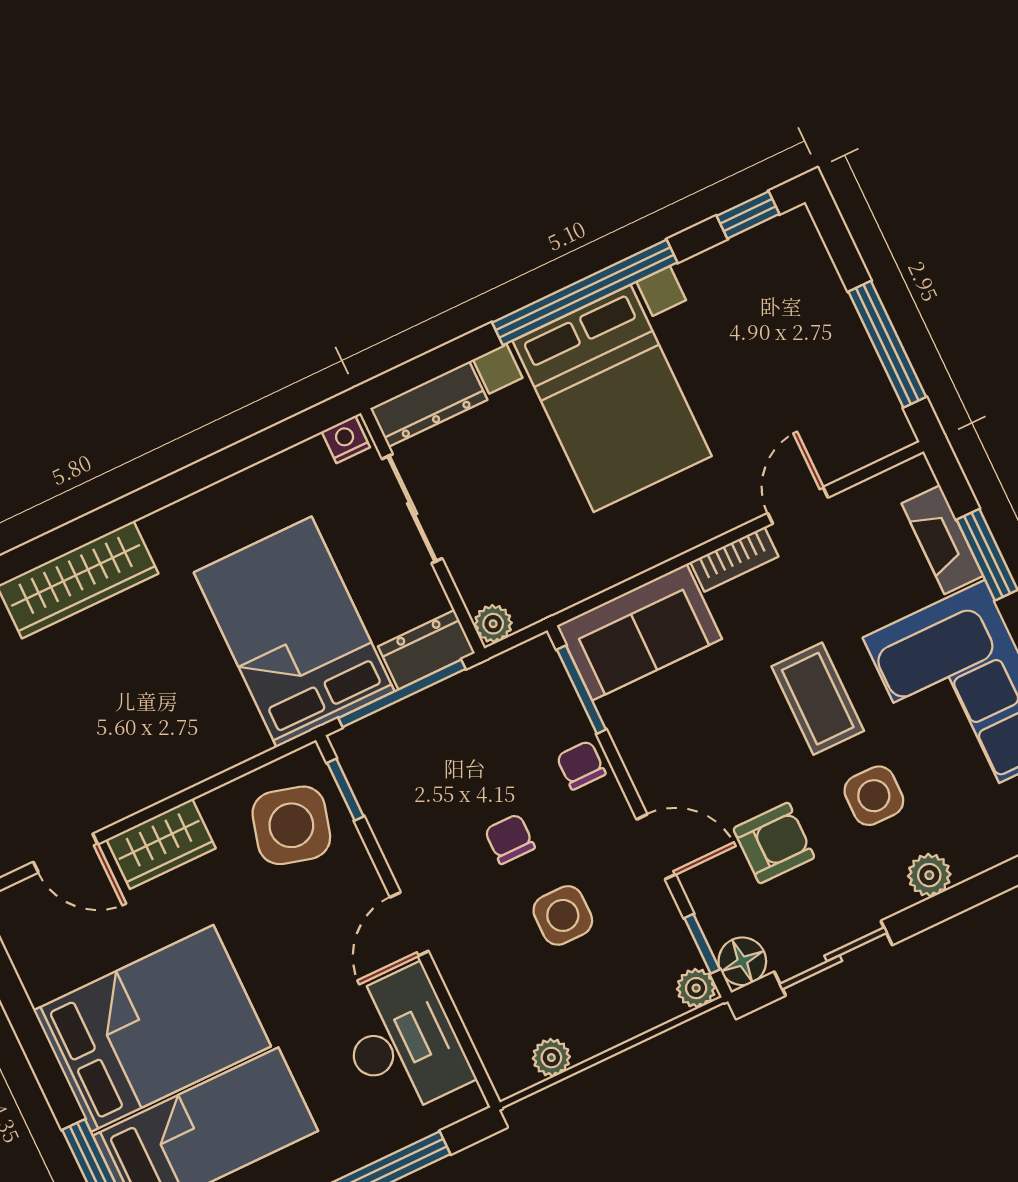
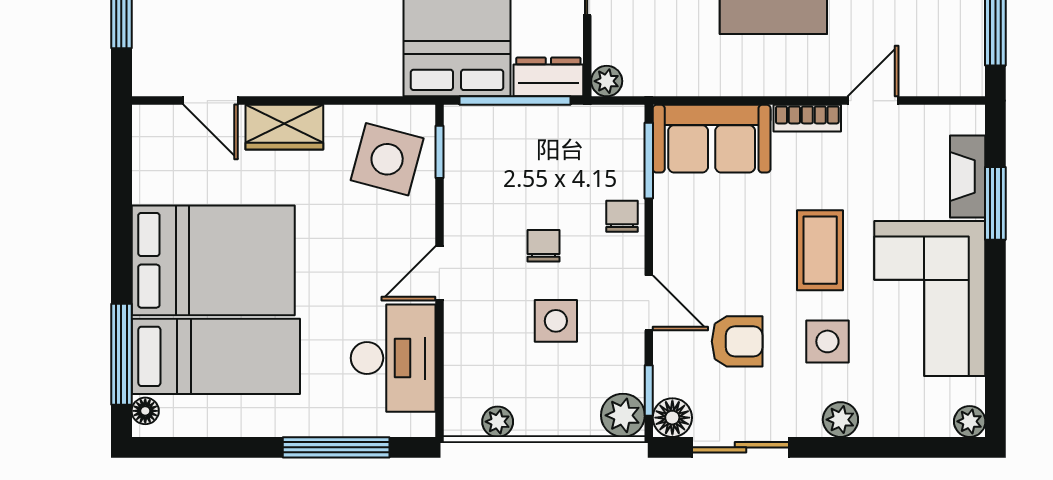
plant: (696, 988) -> (623, 415), width x1.38, depth x1.38

